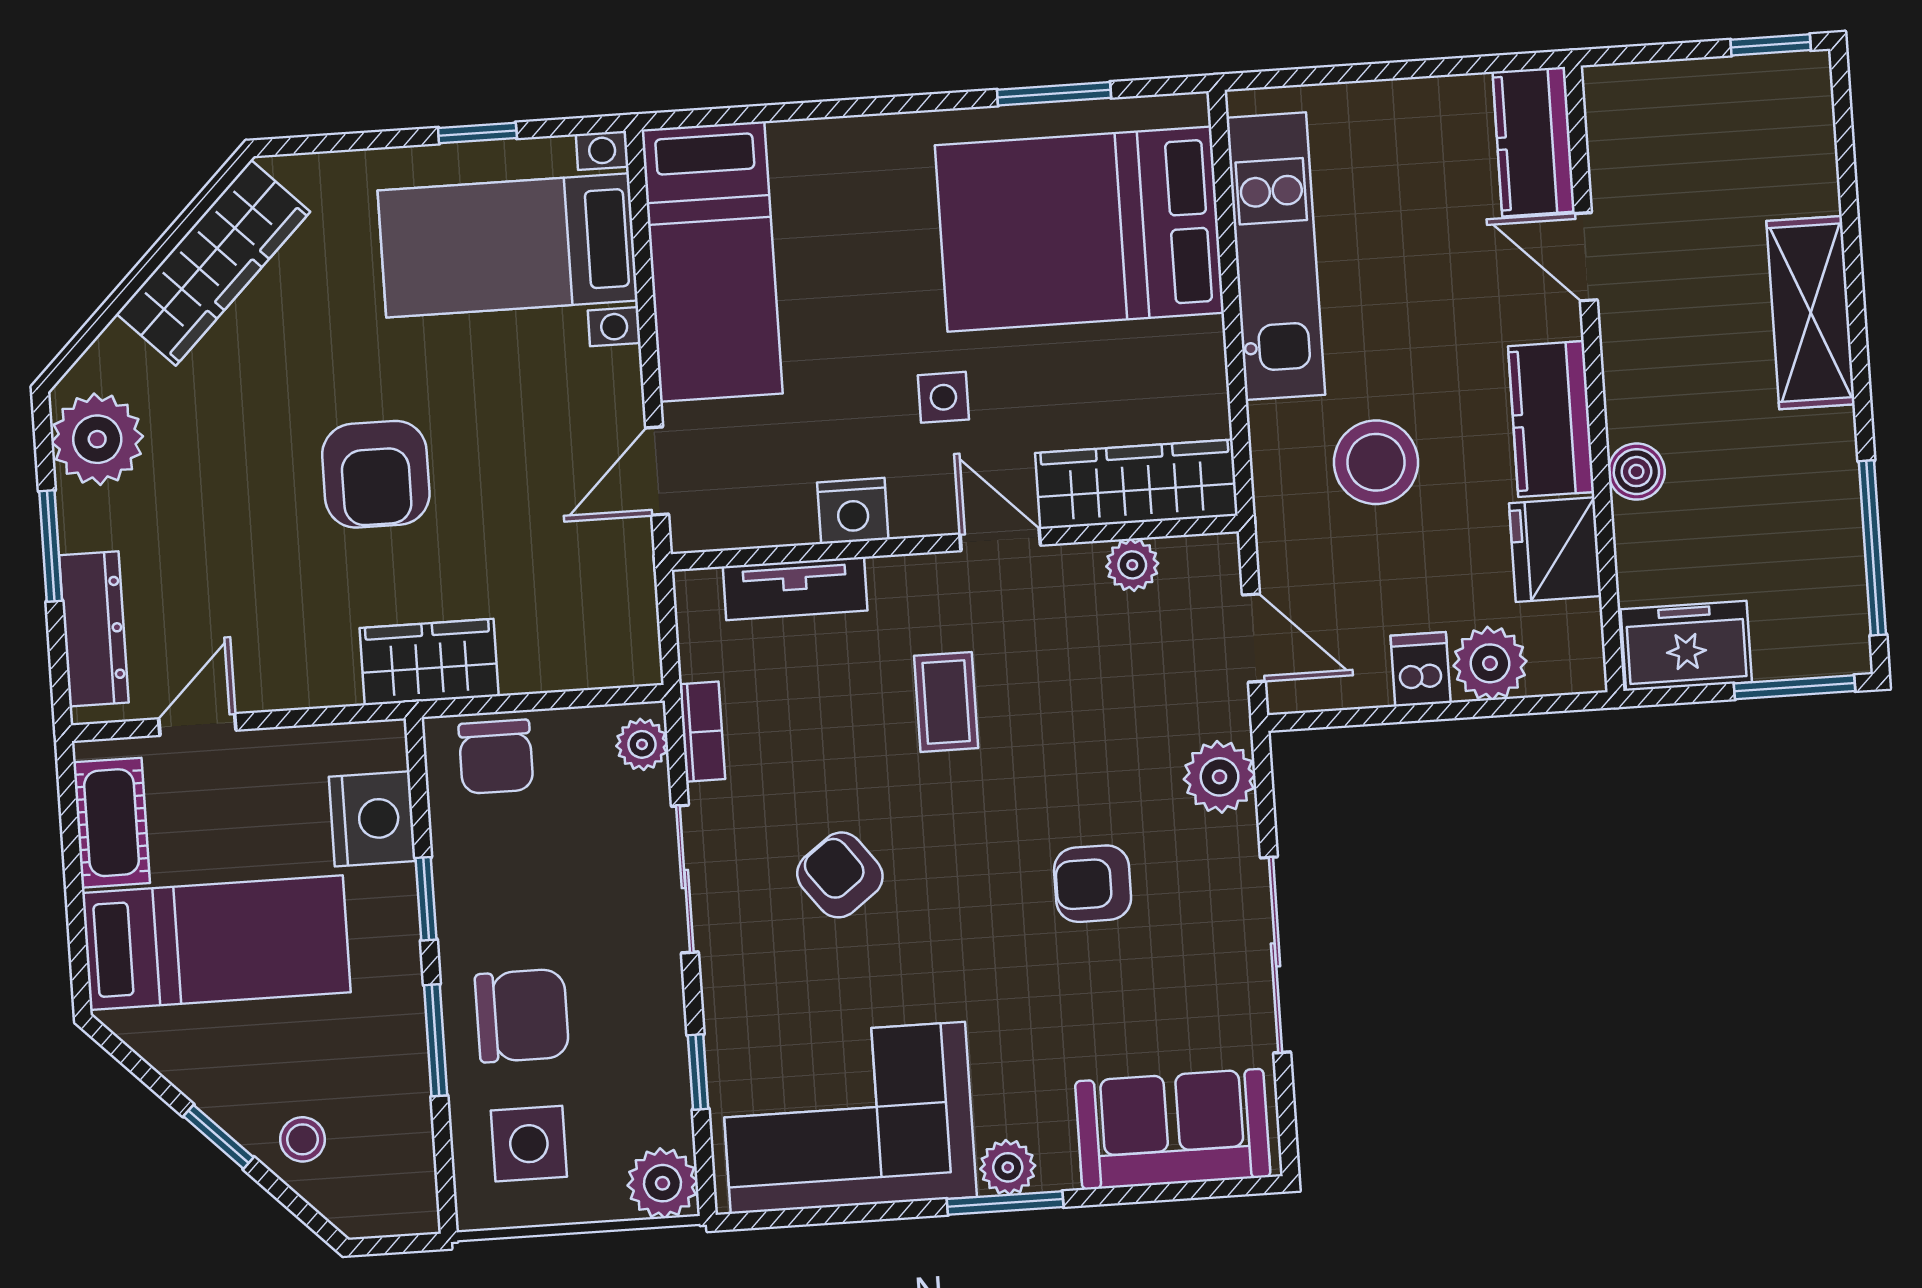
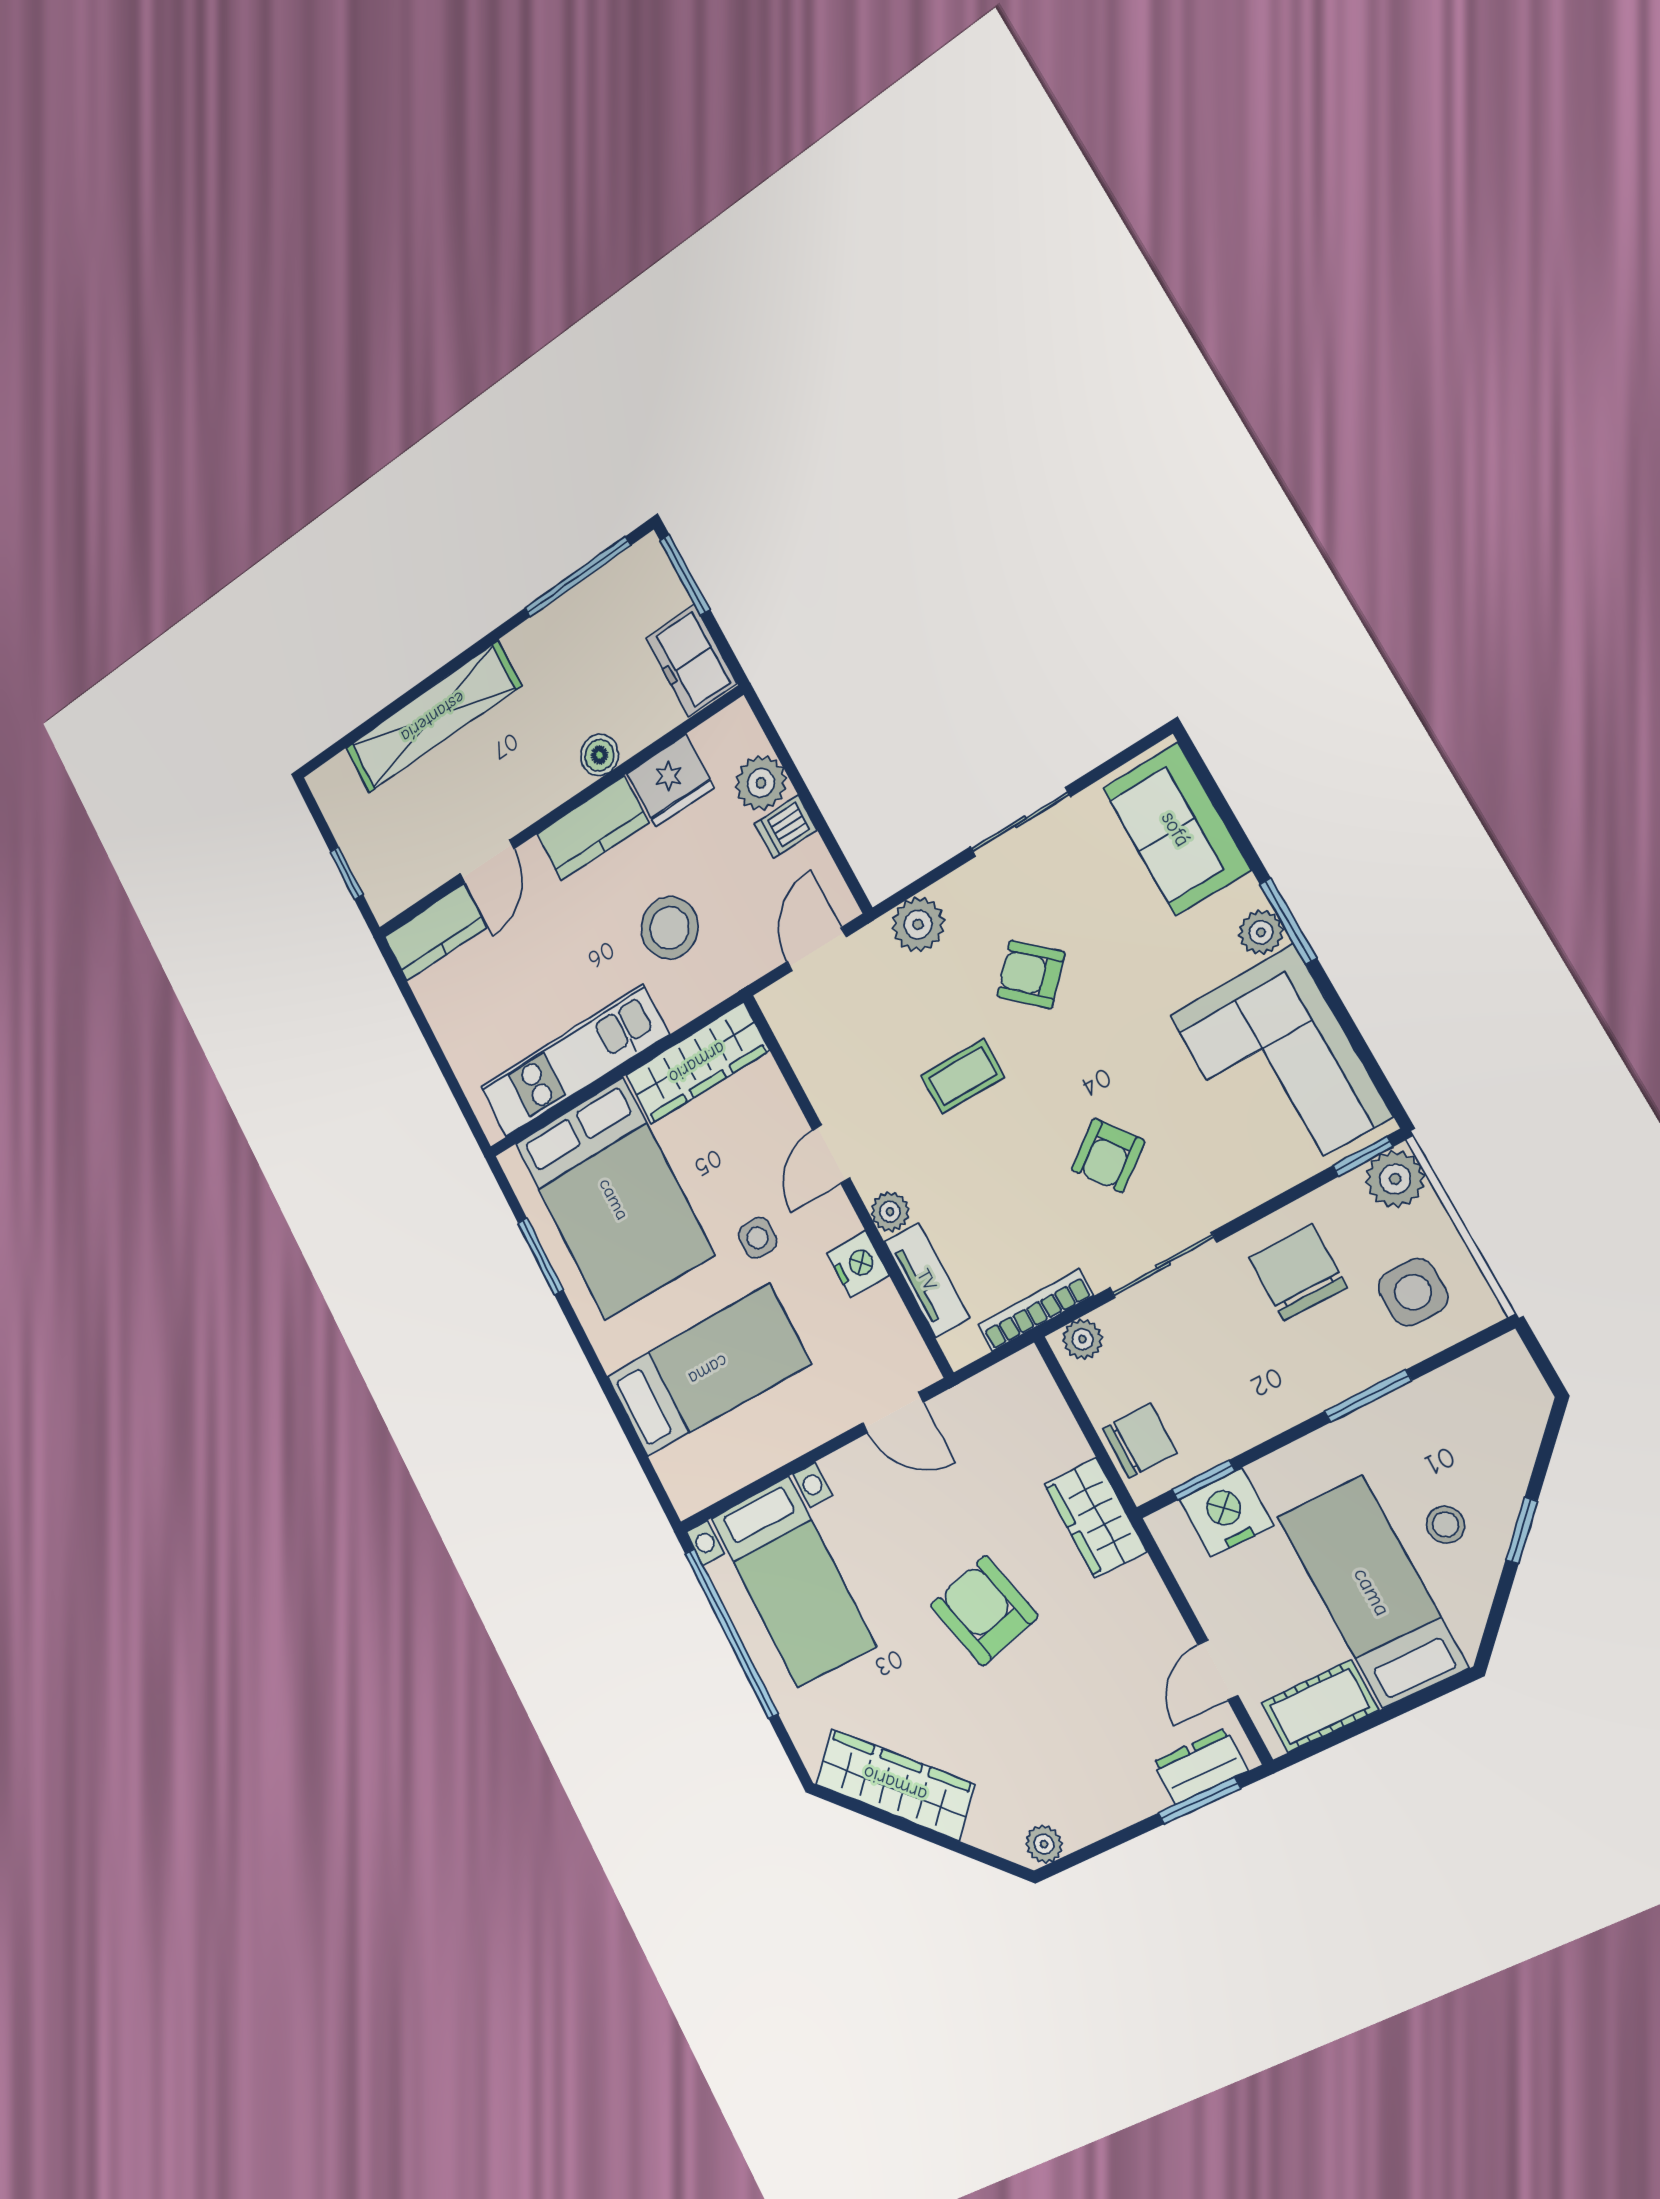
window: (1771, 45) -> (347, 873), moved
window: (477, 133) -> (731, 1633), width x3.17
bed: (712, 262) -> (708, 1370), moved
shelving: (1811, 313) -> (433, 717), width x1.47
plant: (97, 439) -> (1044, 1844), width x0.53, depth x0.53
armchair: (376, 474) -> (984, 1611), turned -104
wardrobe: (1136, 484) -> (697, 1063), moved, turned -90
window: (51, 546) -> (1199, 1801), moved
plant: (1132, 565) -> (890, 1212), moved
dresser: (94, 629) -> (1200, 1766), width x0.70
coffee table: (946, 702) -> (963, 1076), moved
door: (197, 725) -> (1218, 1670), hinge flipped
bookcase: (702, 732) -> (1035, 1310), width x1.56
armchair: (1093, 884) -> (1031, 974), turned 133
window: (426, 899) -> (1203, 1480), moved
sliding door: (1276, 955) -> (1020, 822), width x0.73
chair: (522, 1016) -> (1298, 1272), moved
window: (698, 1072) -> (1363, 1156), moved
stool: (303, 1139) -> (1445, 1525), moved

